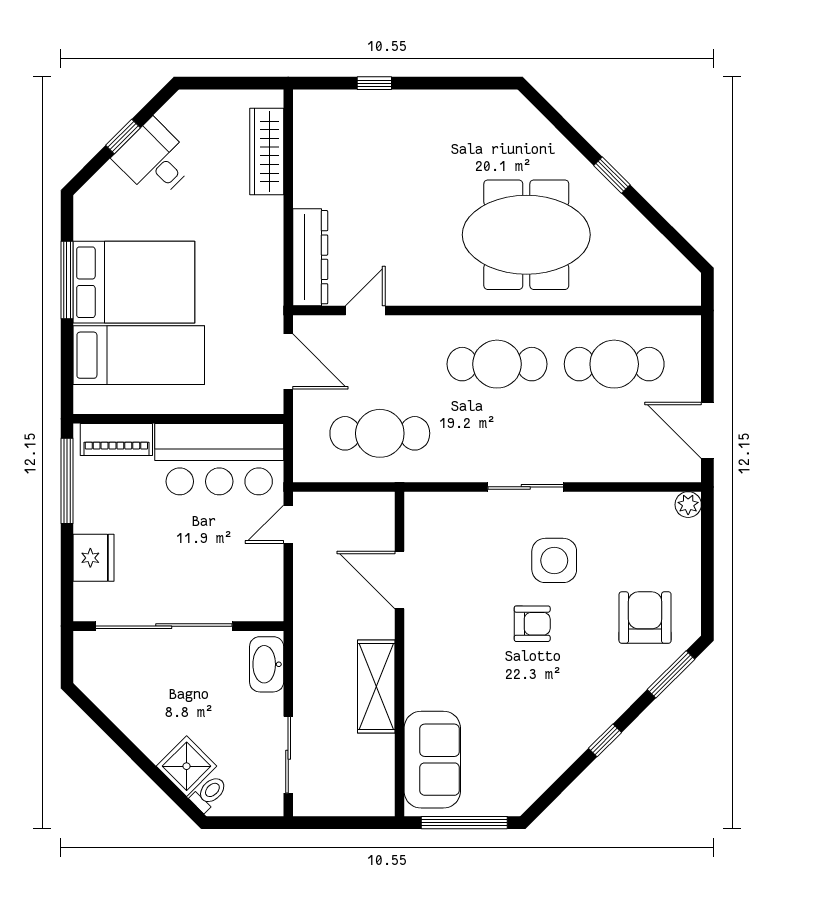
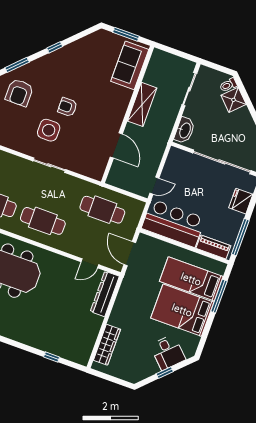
desk: (154, 160) -> (168, 352), moved
window: (67, 280) -> (219, 296), moved
window: (464, 823) -> (126, 34), width x0.69

